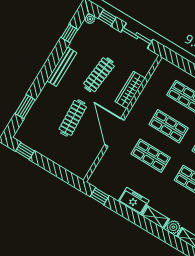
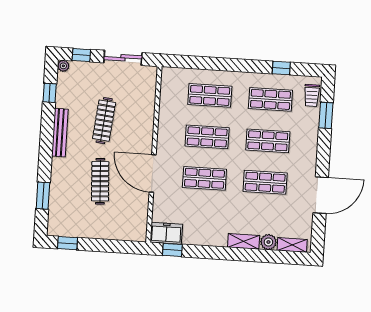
wardrobe: (130, 90) -> (146, 119), removed
freezer: (134, 201) -> (166, 233), moved

